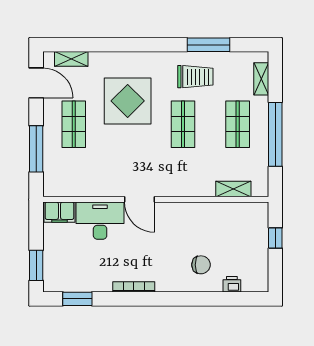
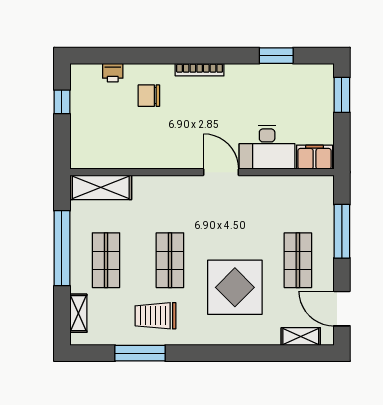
shelving: (233, 189) -> (101, 187), width x1.50, depth x1.33
window: (275, 238) -> (62, 102), moved
bookcase: (134, 287) -> (200, 70), moved
window: (77, 299) -> (276, 56), moved

